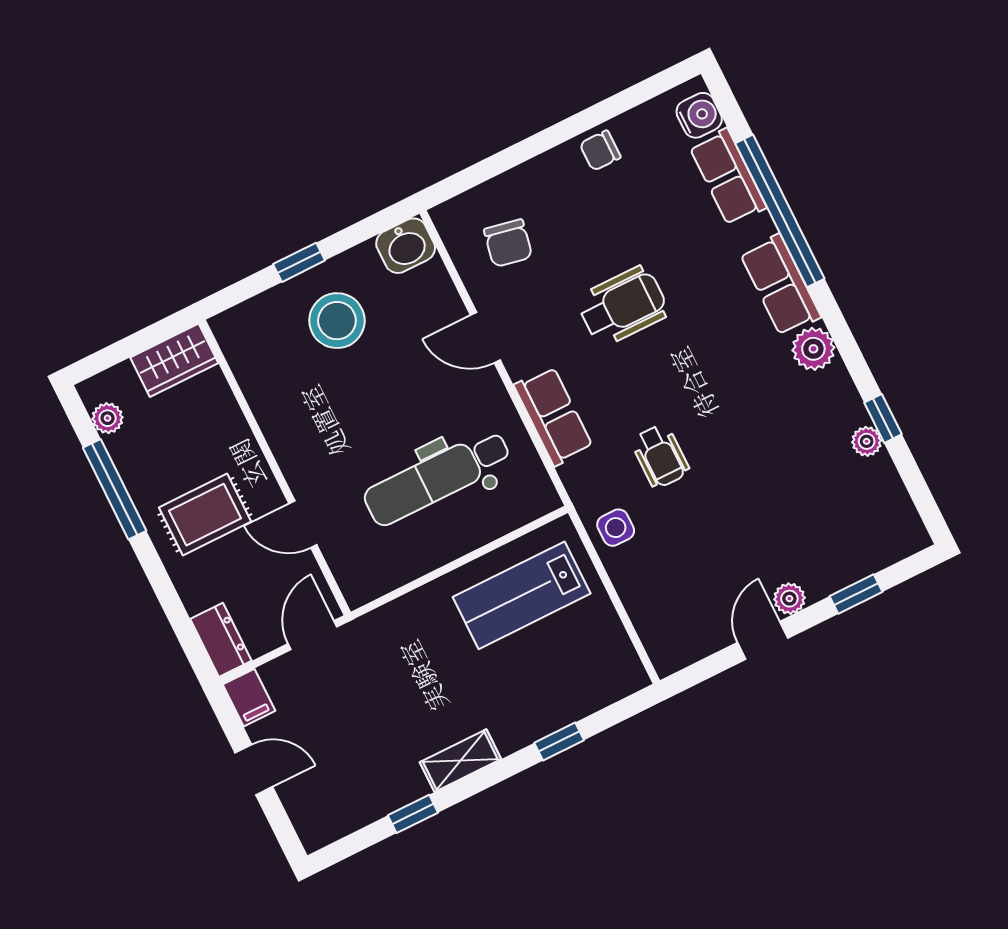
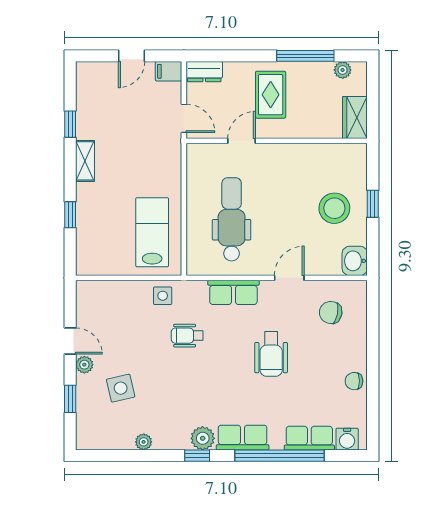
chair: (600, 151) -> (354, 381), turned -90
window: (883, 418) -> (197, 456), moved
side table: (798, 521) -> (121, 388), added

